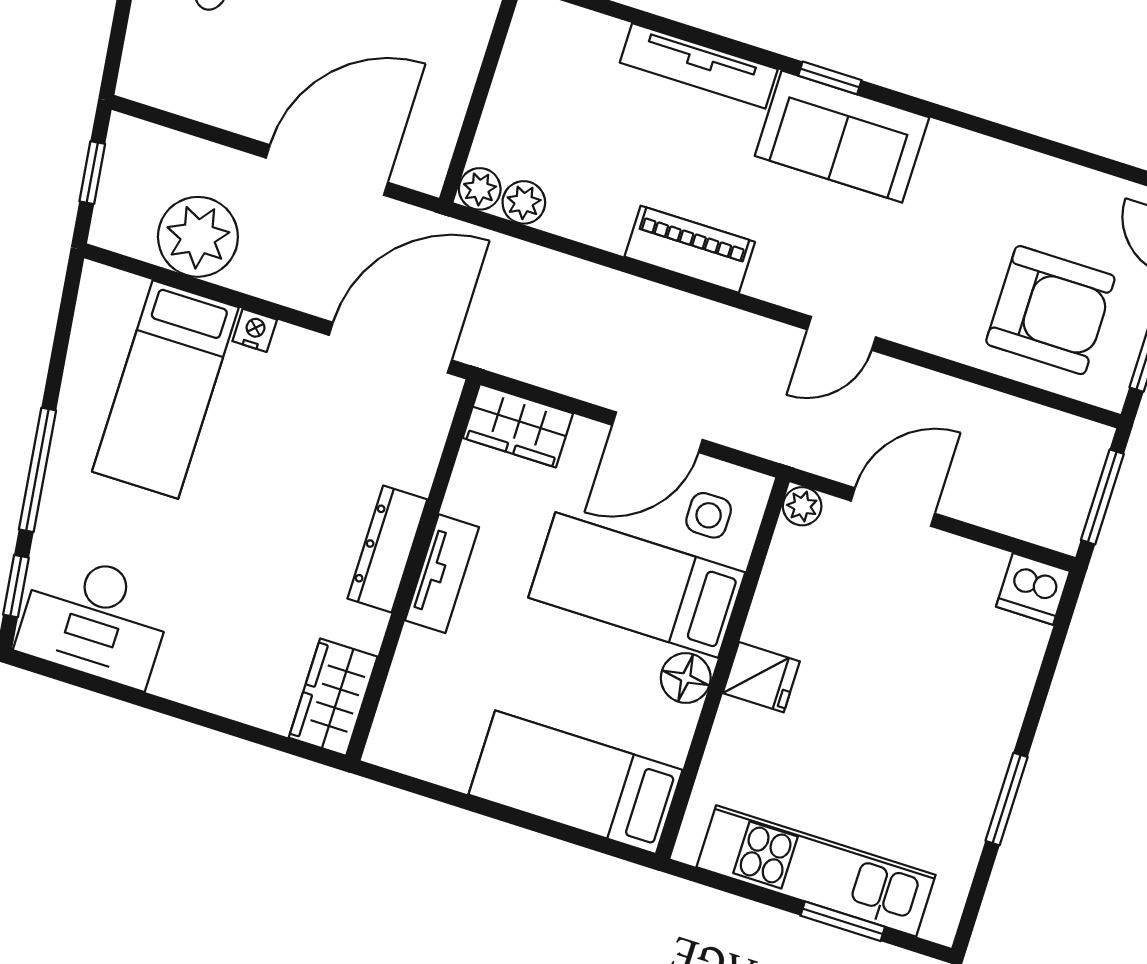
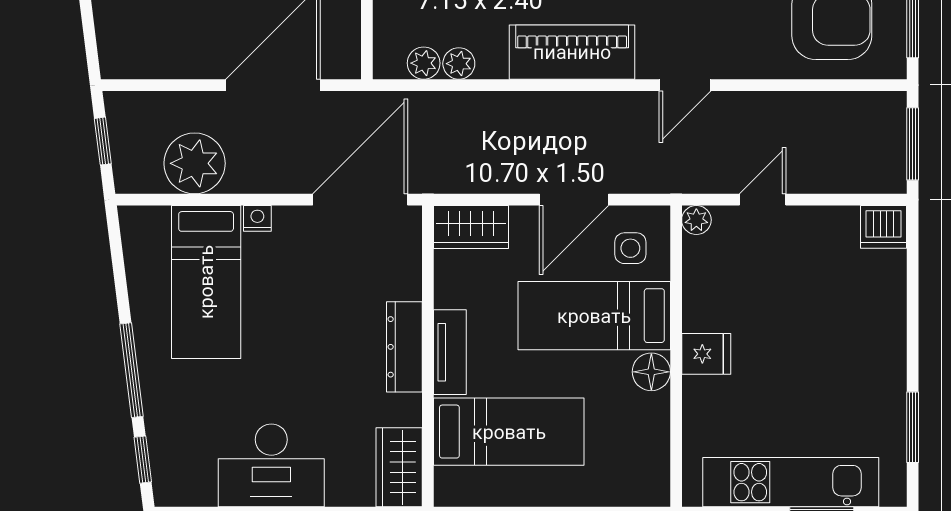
plant: (480, 189) -> (459, 64), moved
piano: (690, 249) -> (572, 52), width x1.37, depth x1.33
door: (893, 507) -> (763, 200), width x0.73
desk: (95, 619) -> (271, 465), moved
bed: (576, 782) -> (509, 432), moved, turned 180
window: (1007, 799) -> (913, 427), moved

